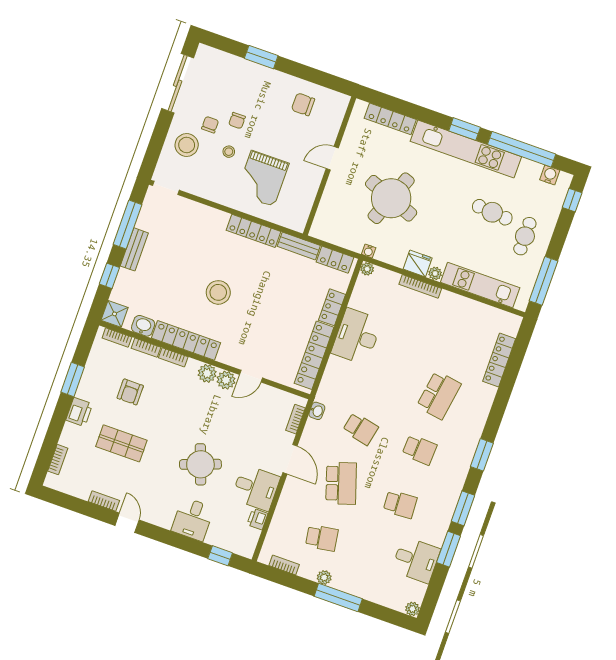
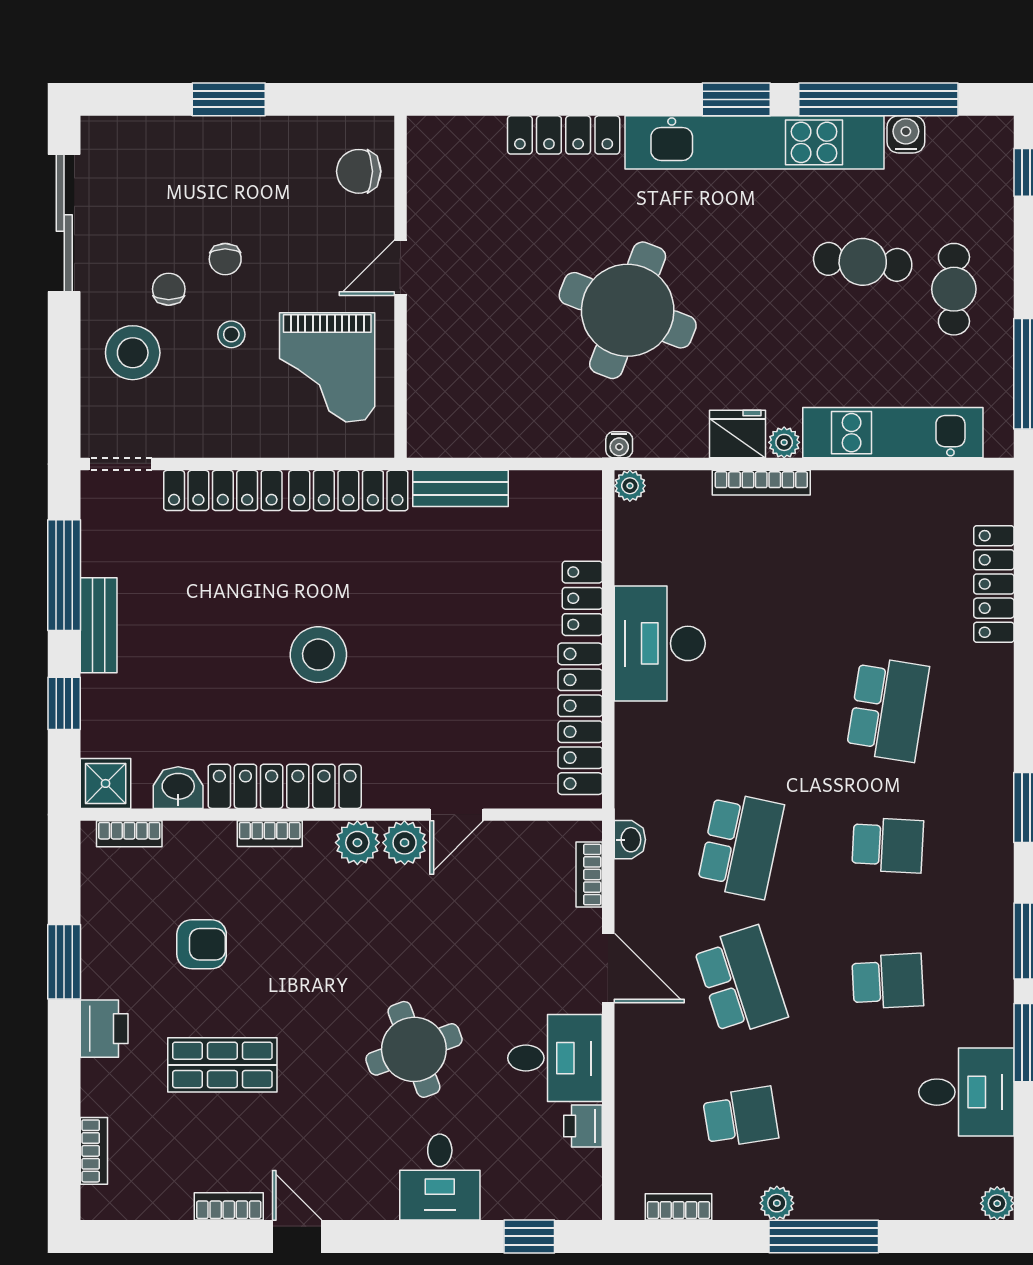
door: (332, 158) -> (400, 268), moved
wall: (329, 166) -> (400, 287), moved
water cooler: (550, 175) -> (906, 134), moved
locker: (335, 260) -> (223, 490), moved, width x1.53
bookcase: (146, 348) -> (202, 834), removed
armchair: (130, 392) -> (202, 944), turned -90
school desk: (360, 429) -> (741, 845), width x1.85

